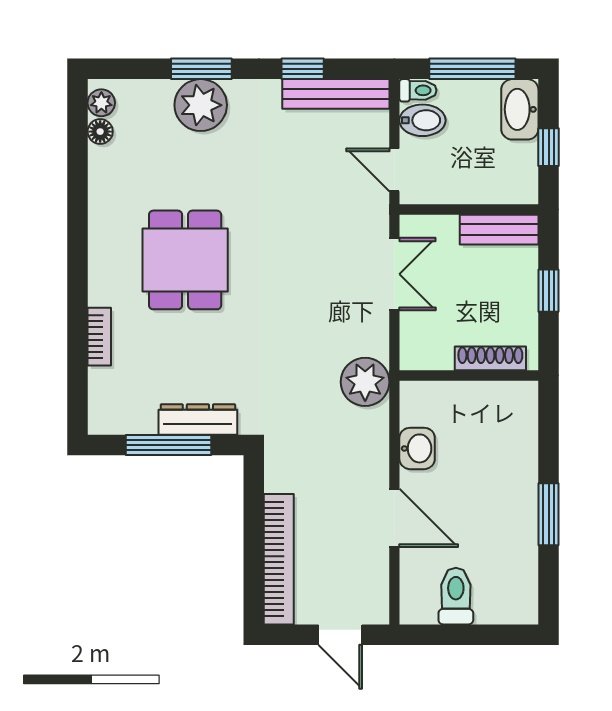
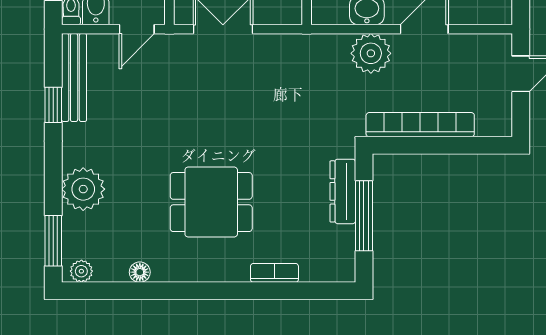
window: (201, 69) -> (53, 241), moved
floor lamp: (100, 132) -> (140, 272), moved
plant: (365, 382) -> (371, 53), moved
bookcase: (279, 559) -> (420, 125), moved

